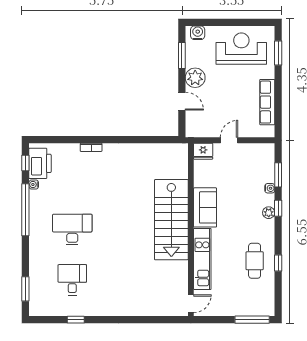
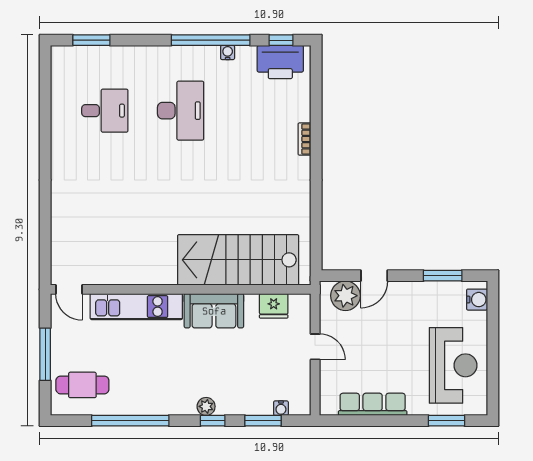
plant: (195, 78) -> (345, 296), moved
fridge: (203, 151) -> (274, 306), moved, turned -90
water cooler: (34, 185) -> (228, 53), moved
water cooler: (270, 188) -> (281, 408), moved
stairs: (171, 220) -> (238, 260), moved
cafe table: (255, 261) -> (82, 385), moved
window: (278, 263) -> (130, 421), width x3.17
window: (76, 320) -> (45, 116), removed
window: (252, 320) -> (45, 354), moved

